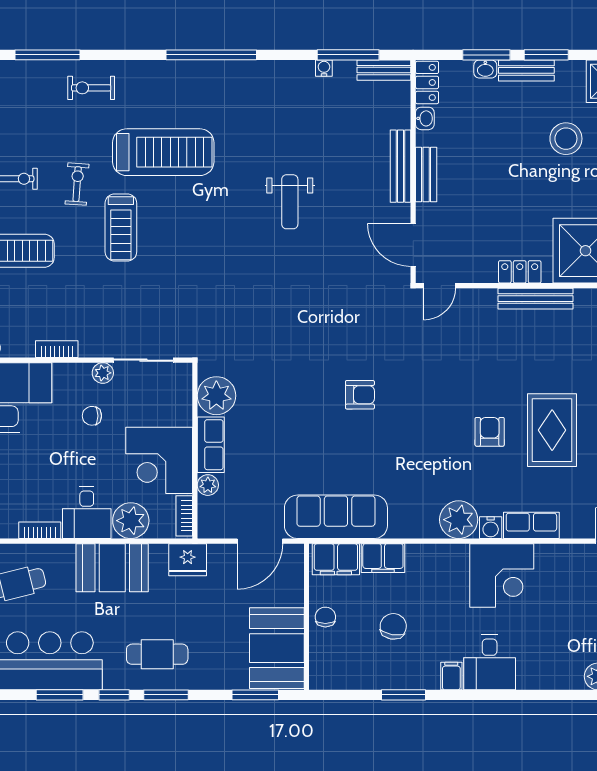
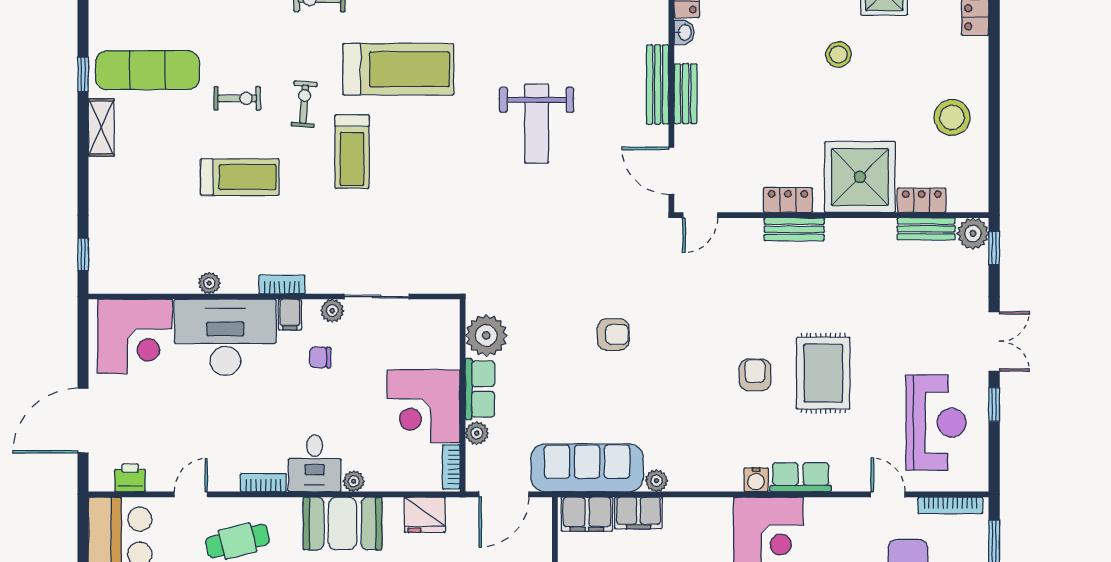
stool: (566, 139) -> (838, 54), width x0.73, depth x0.73
weight bench: (290, 202) -> (537, 124), width x1.36, depth x1.33
bench: (536, 299) -> (794, 229), width x0.73
filing cabinet: (64, 377) -> (290, 315), added
plant: (216, 396) -> (486, 335), moved
row of seats: (211, 445) -> (480, 389), moved
wall: (195, 451) -> (463, 395), moved
corner desk: (159, 460) -> (424, 406), moved
plant: (208, 485) -> (477, 433), moved
bookcase: (184, 516) -> (451, 467), moved
plant: (459, 520) -> (656, 481), moved, width x0.53, depth x0.53
plant: (131, 521) -> (354, 481), width x0.53, depth x0.53

